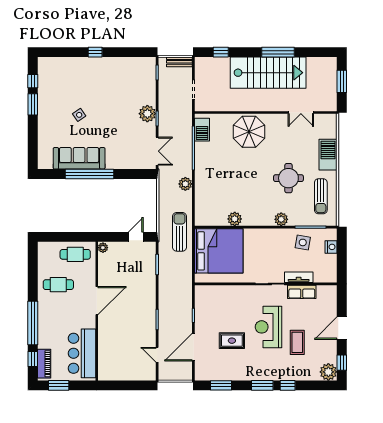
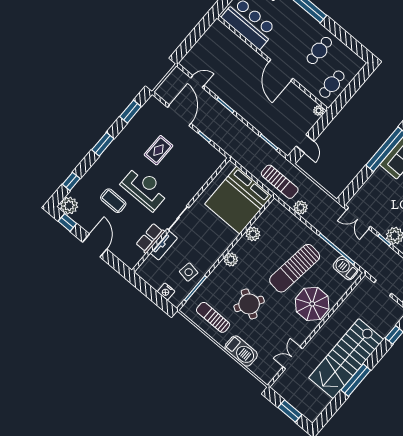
sun lounger: (234, 167) -> (295, 268), added
round table: (288, 178) -> (249, 304), turned 31
plant: (185, 184) -> (301, 207), moved
plant: (281, 219) -> (231, 260), moved
window: (288, 385) -> (71, 181), moved

